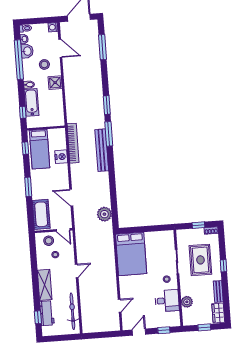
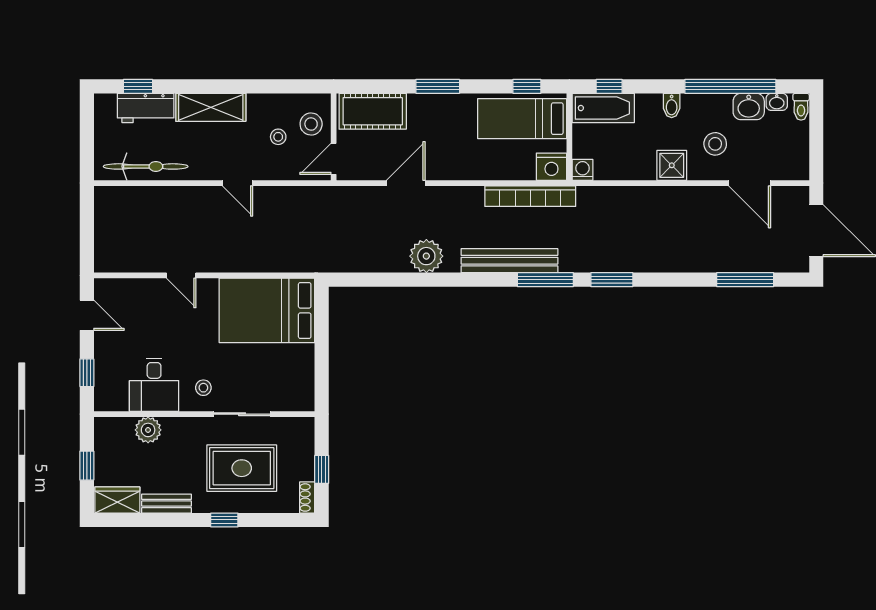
washing machine: (53, 27) -> (583, 170), moved
door: (60, 48) -> (750, 183), hinge flipped
bathtub: (32, 102) -> (603, 108), moved
nightstand: (61, 157) -> (551, 167), moved
plant: (104, 214) -> (426, 256), moved
door: (120, 306) -> (181, 275), moved

